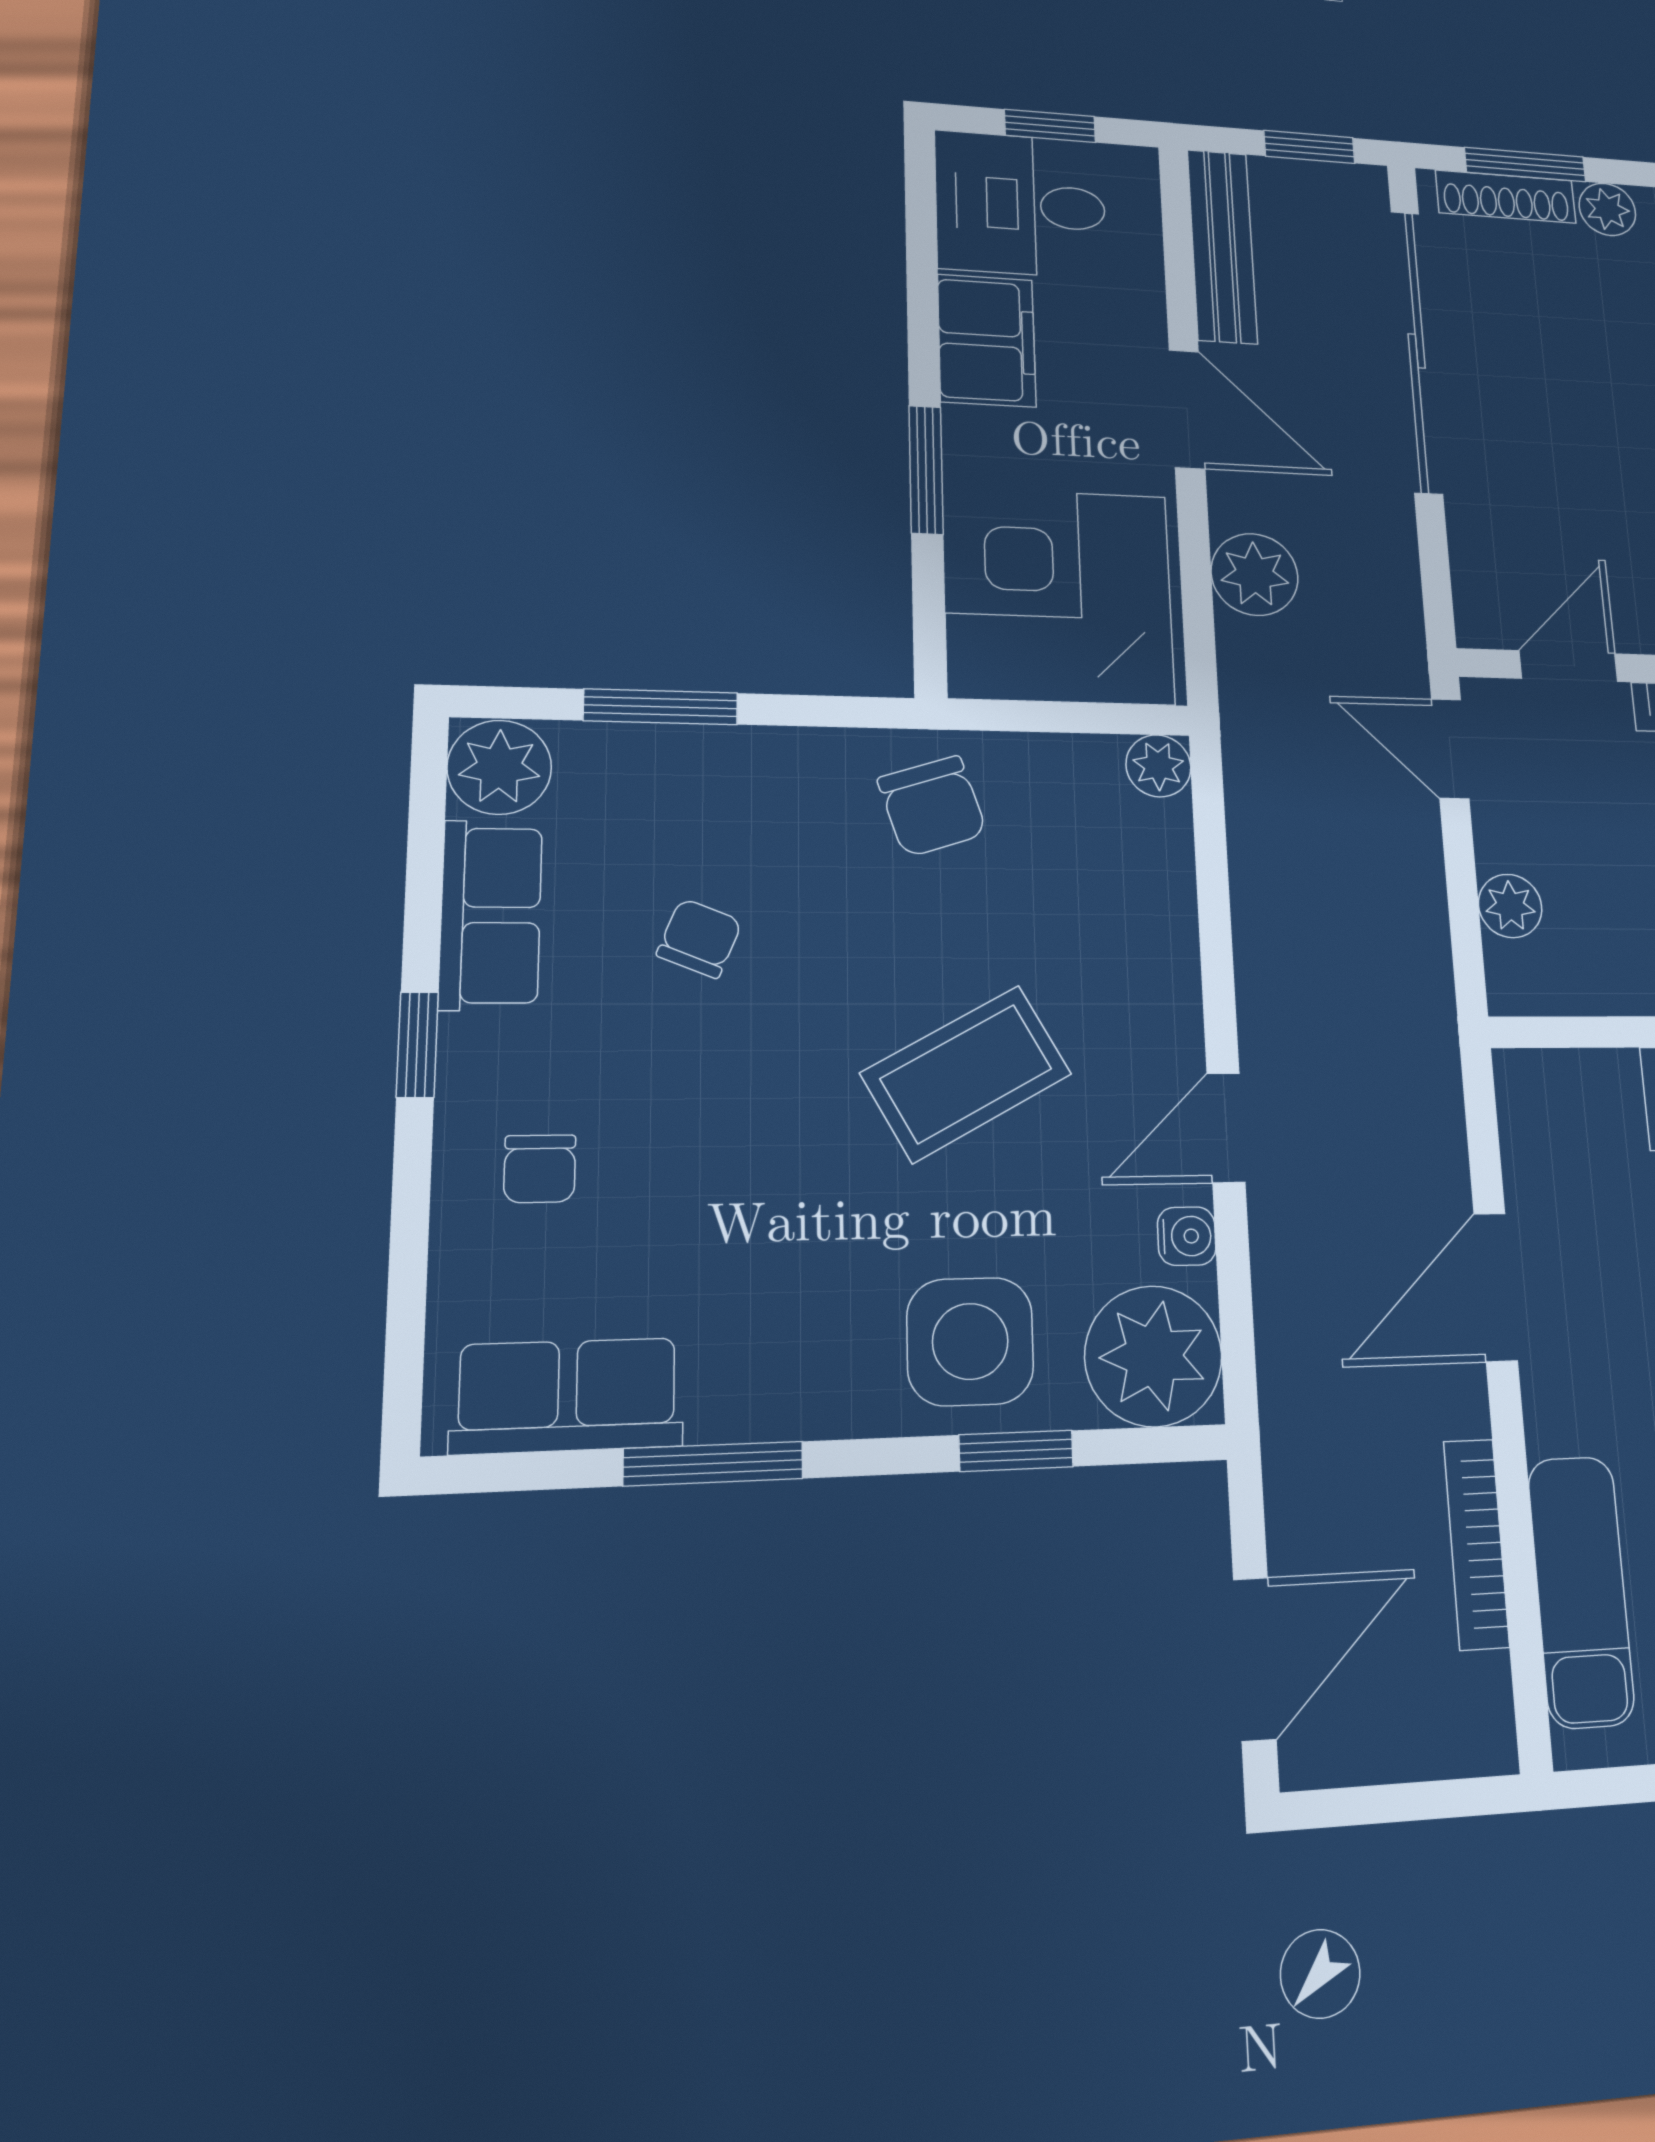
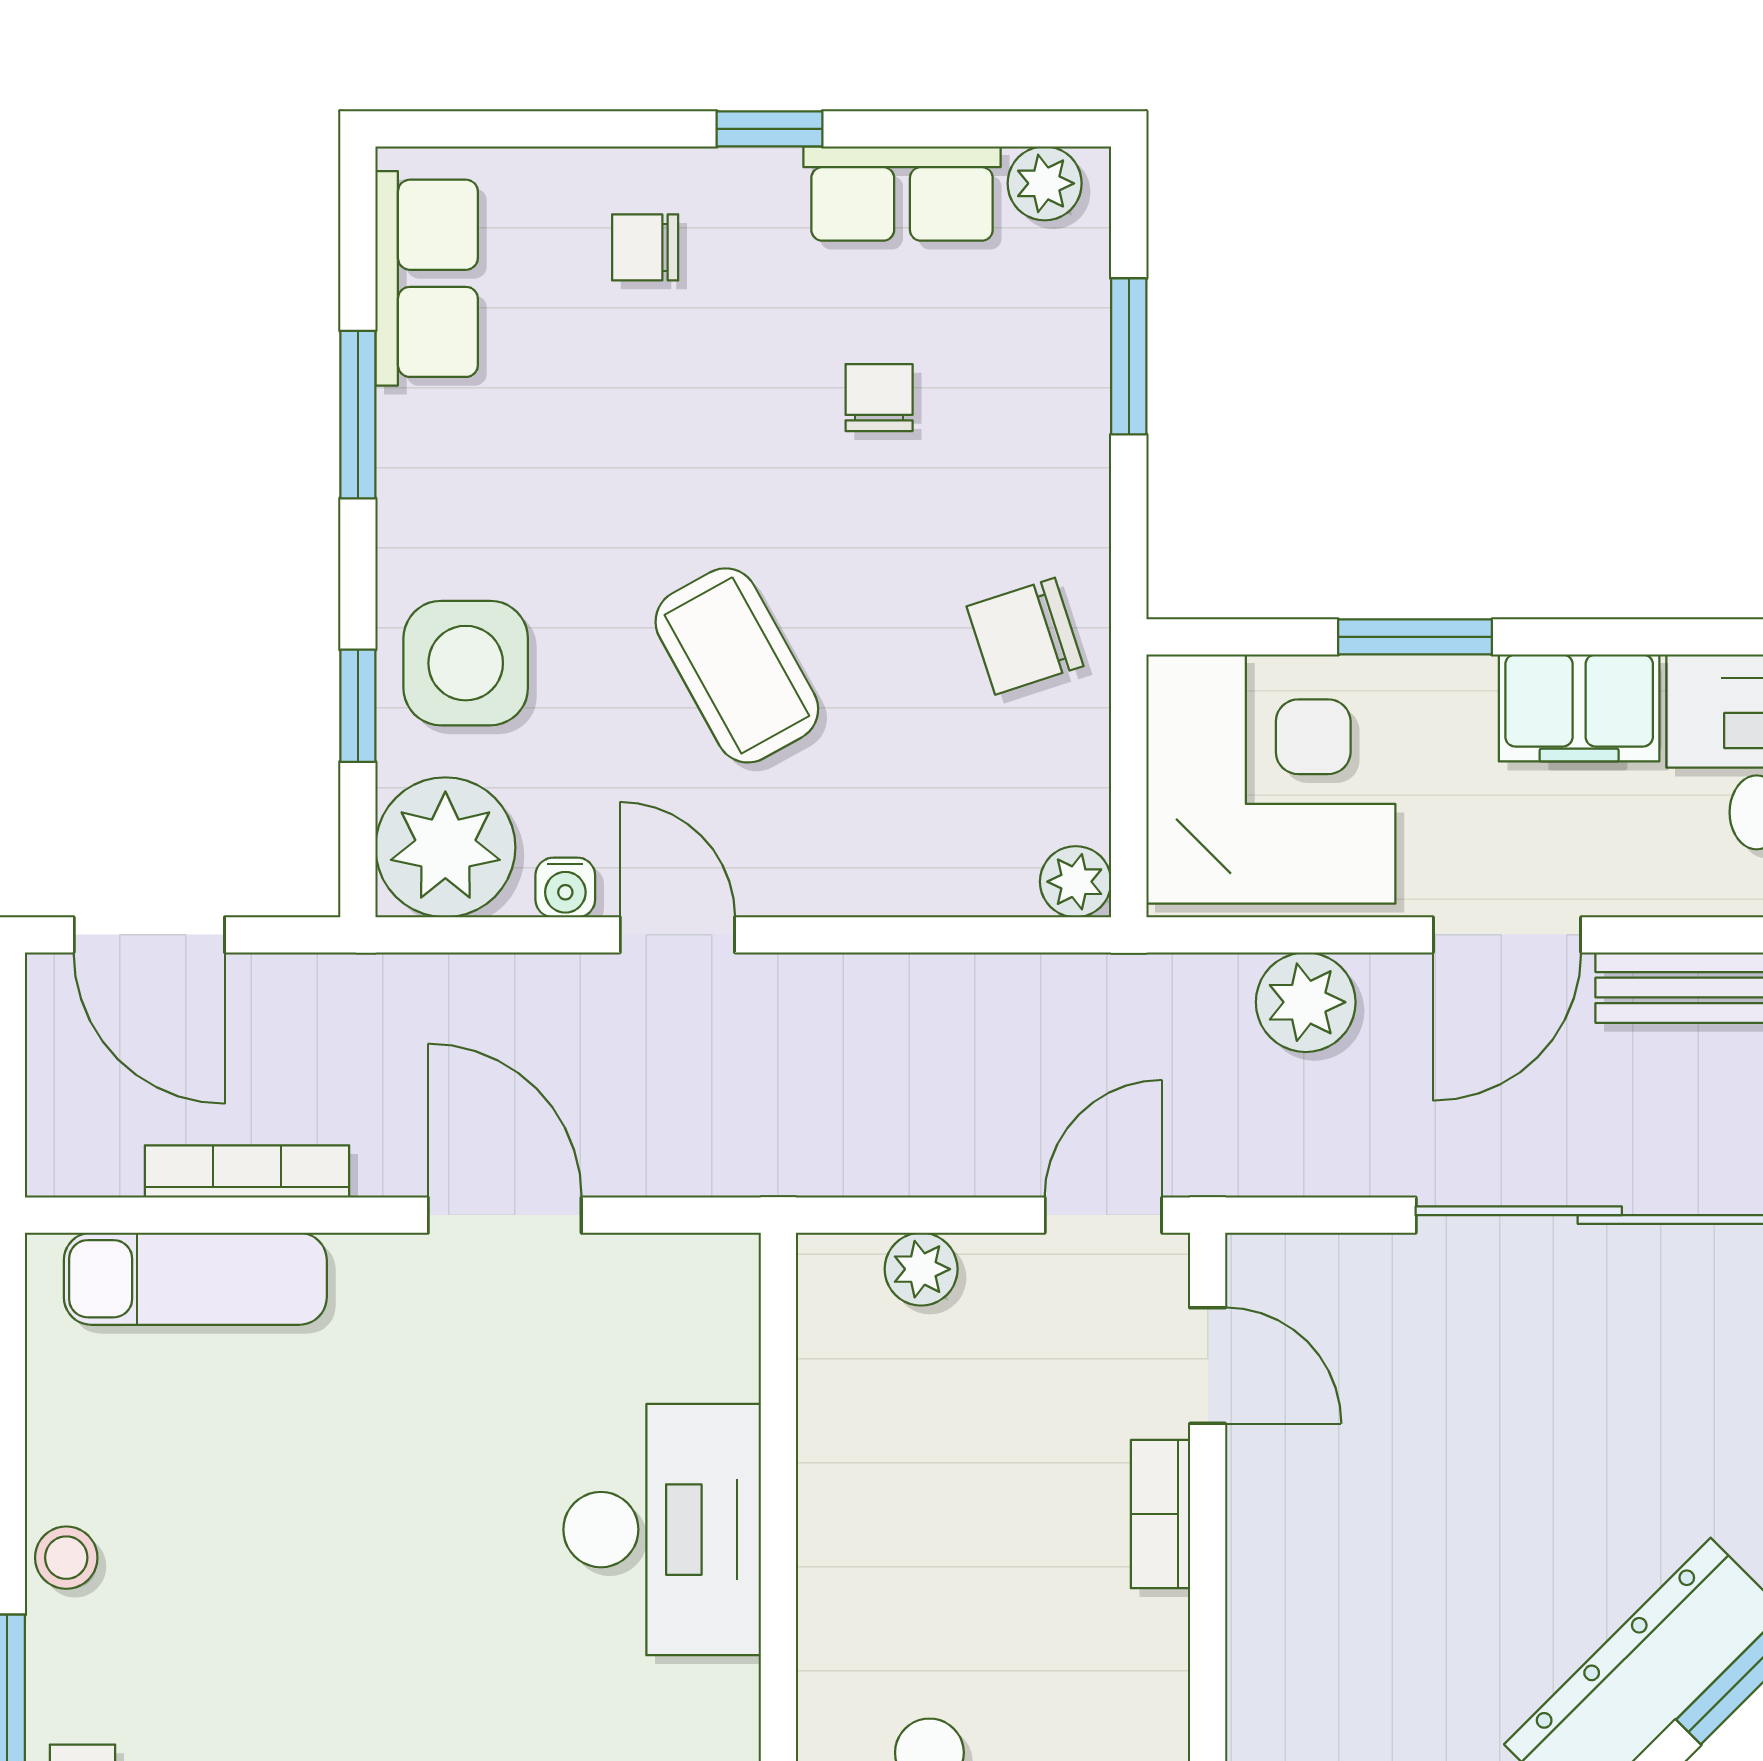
plant: (499, 767) -> (1045, 183), width x0.73, depth x0.73
chair: (699, 938) -> (879, 398), turned -112

